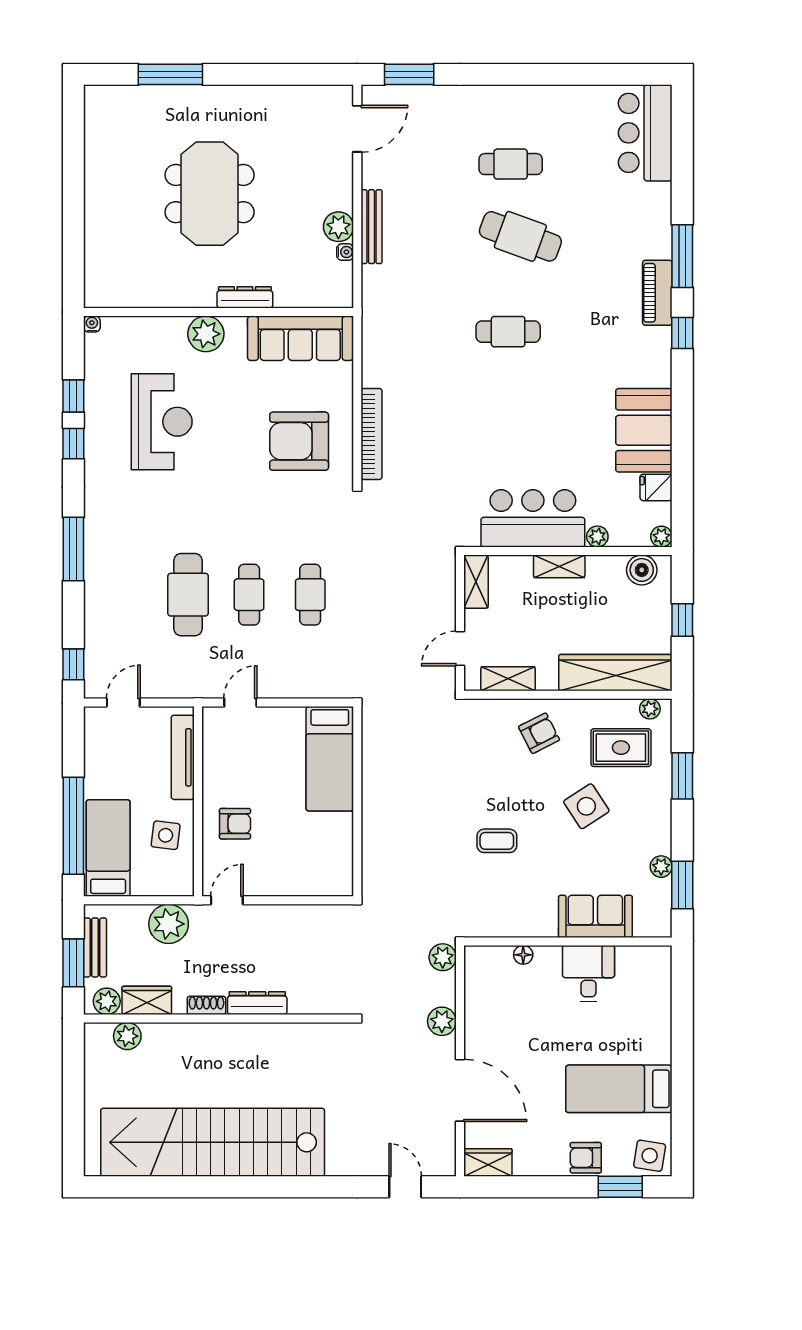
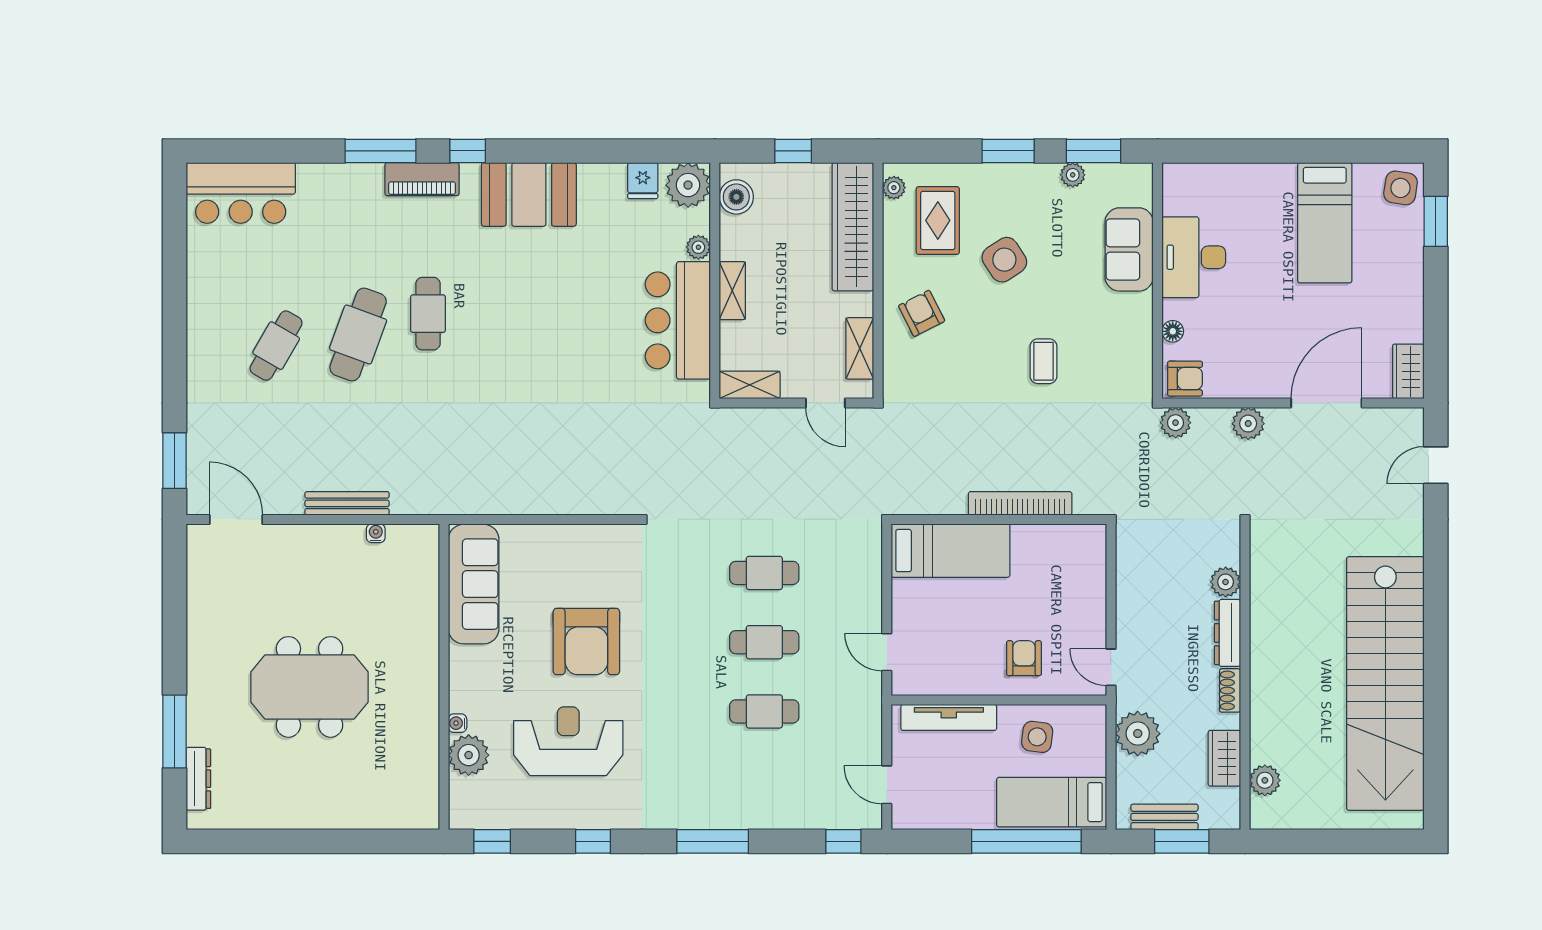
cafe table: (511, 164) -> (276, 346), turned 30
plant: (338, 227) -> (347, 541), removed
dresser: (245, 297) -> (198, 779), moved, turned 180
water cooler: (92, 324) -> (458, 723), moved
cafe table: (508, 332) -> (428, 314), moved
plant: (206, 334) -> (469, 755), moved
window: (73, 396) -> (492, 841), moved
booth: (644, 430) -> (529, 194), moved
bookcase: (371, 434) -> (1020, 503), moved
armchair: (299, 441) -> (586, 642), moved
plant: (661, 537) -> (688, 185), width x1.87, depth x1.87
cafe table: (188, 595) -> (764, 711), width x0.73, depth x0.74
window: (682, 776) -> (1008, 151), moved
desk: (589, 973) -> (1194, 257), width x1.37
plant: (107, 1001) -> (1226, 582), moved
armchair: (586, 1158) -> (1185, 379), moved, turned -90

